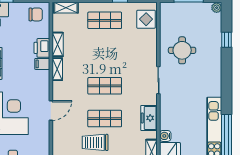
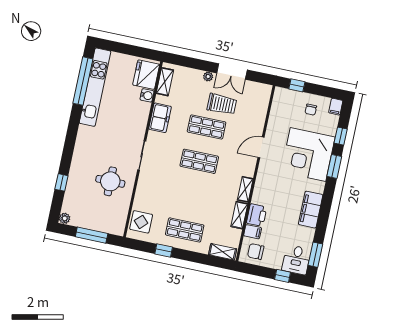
filing cabinet: (42, 64) -> (253, 232), moved

